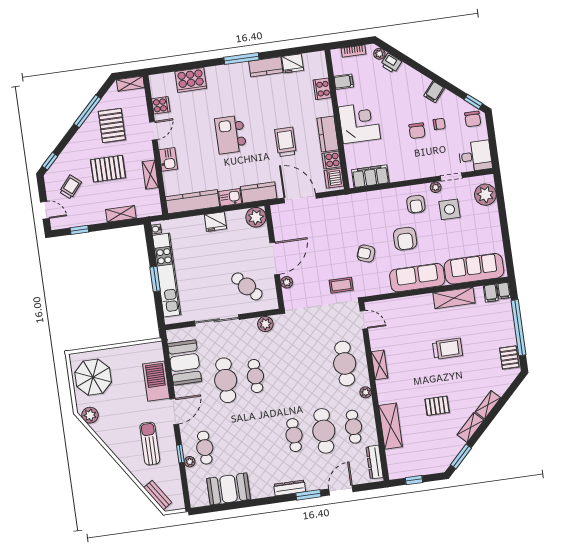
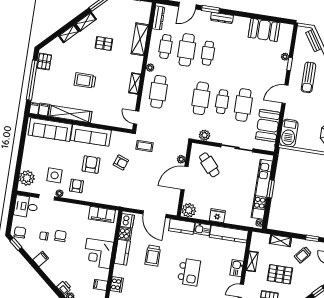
trolley: (70, 187) -> (303, 255), moved
shelving: (454, 298) -> (70, 114), width x1.47
barbecue: (156, 381) -> (289, 133), moved
cafe table: (205, 448) -> (201, 98), moved, width x1.37, depth x1.35

